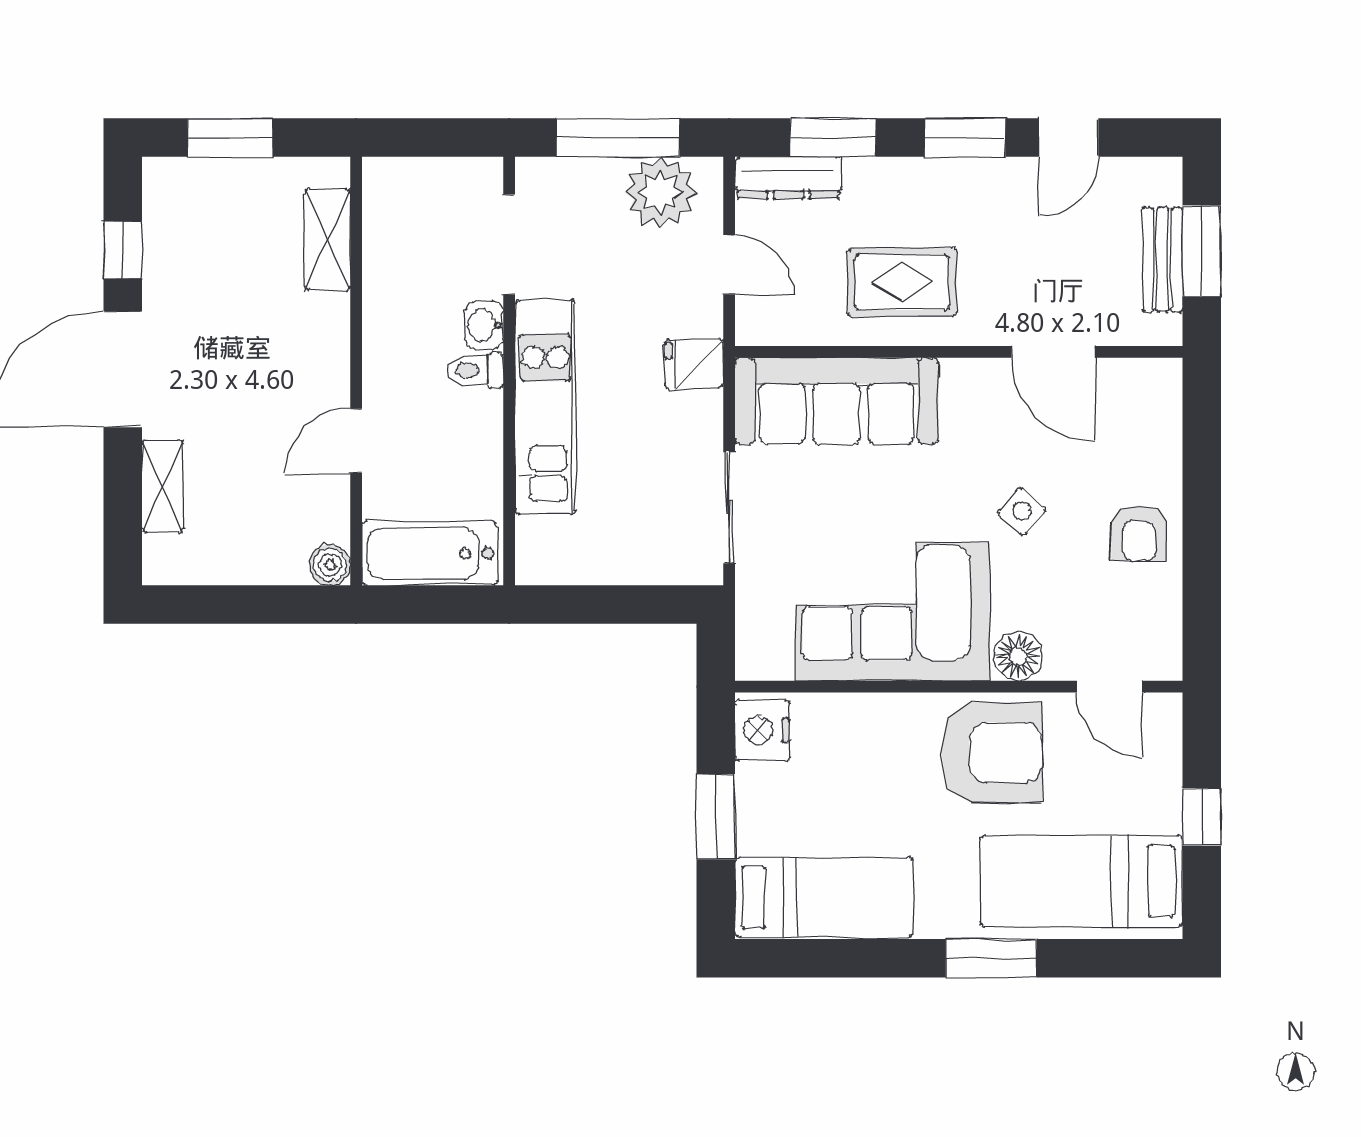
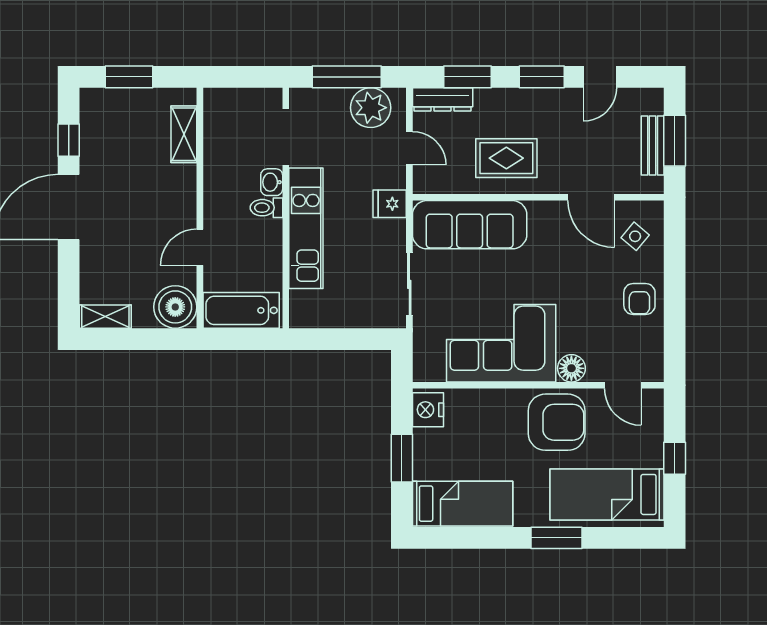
shelving: (163, 486) -> (105, 317), moved, turned 90
side table: (1022, 511) -> (635, 236), moved
boiler: (330, 565) -> (175, 307), width x1.86, depth x1.86

